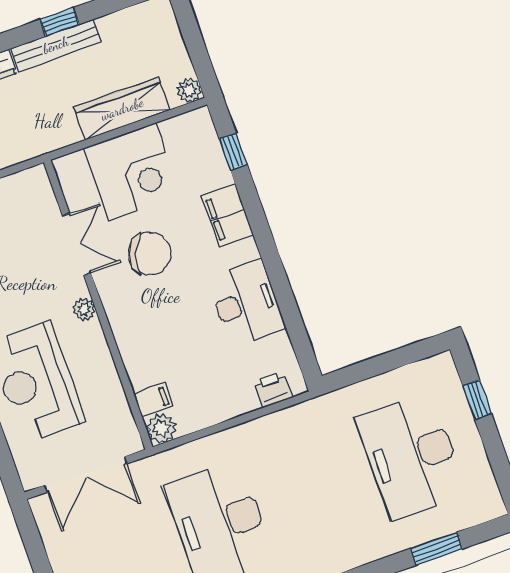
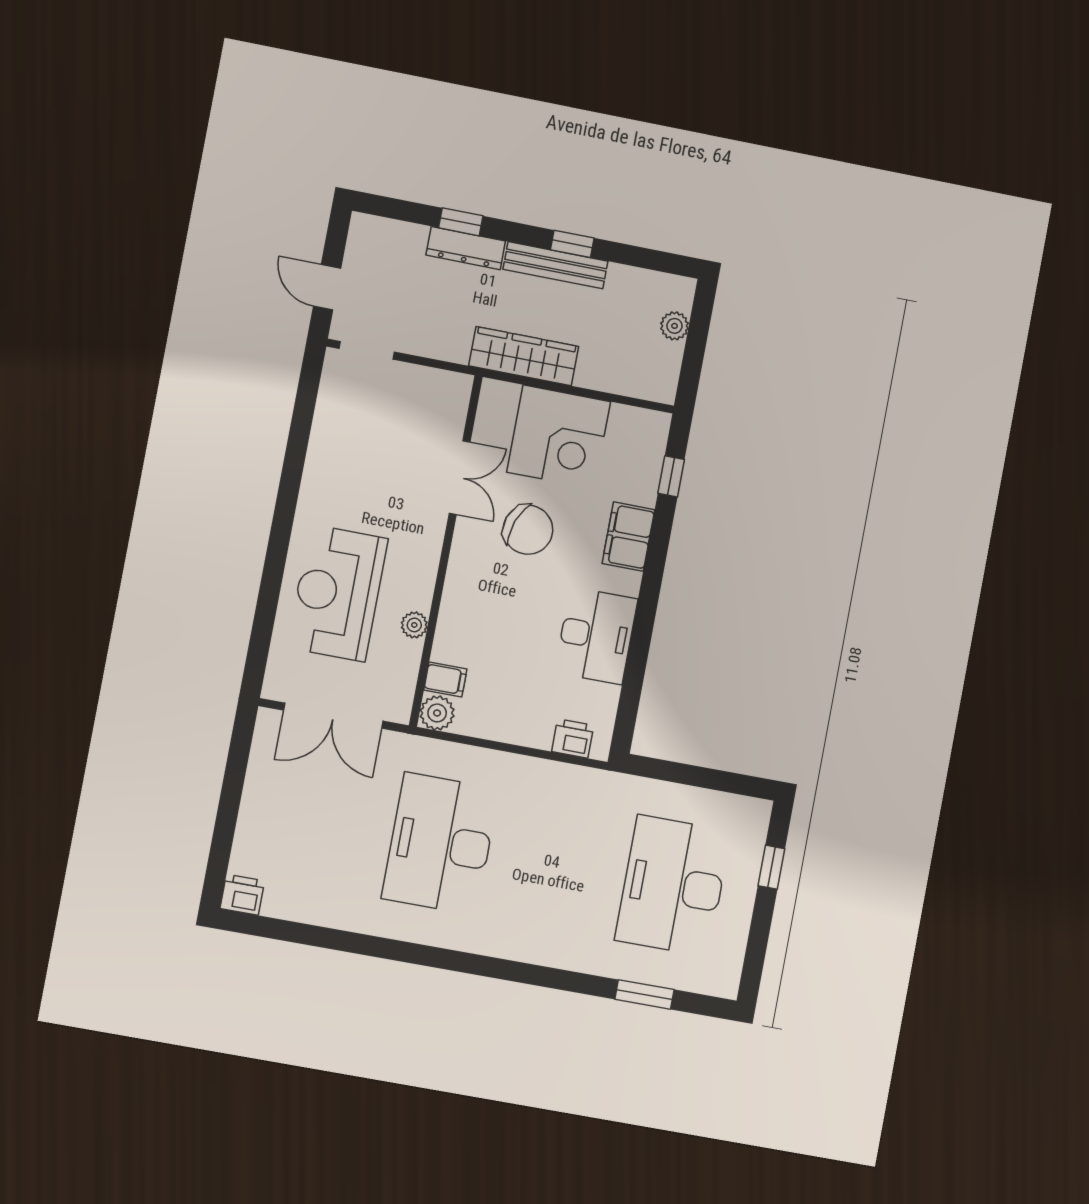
plant: (189, 90) -> (674, 326), moved
wardrobe: (122, 109) -> (524, 356), moved
plant: (84, 309) -> (414, 625), moved

